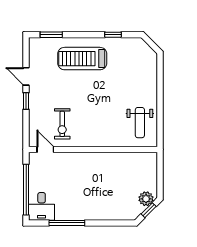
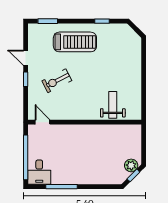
treadmill: (82, 59) -> (75, 42), turned 180
weight bench: (140, 123) -> (113, 105), moved, turned 180
exercise bike: (62, 124) -> (57, 81), moved, turned 63

